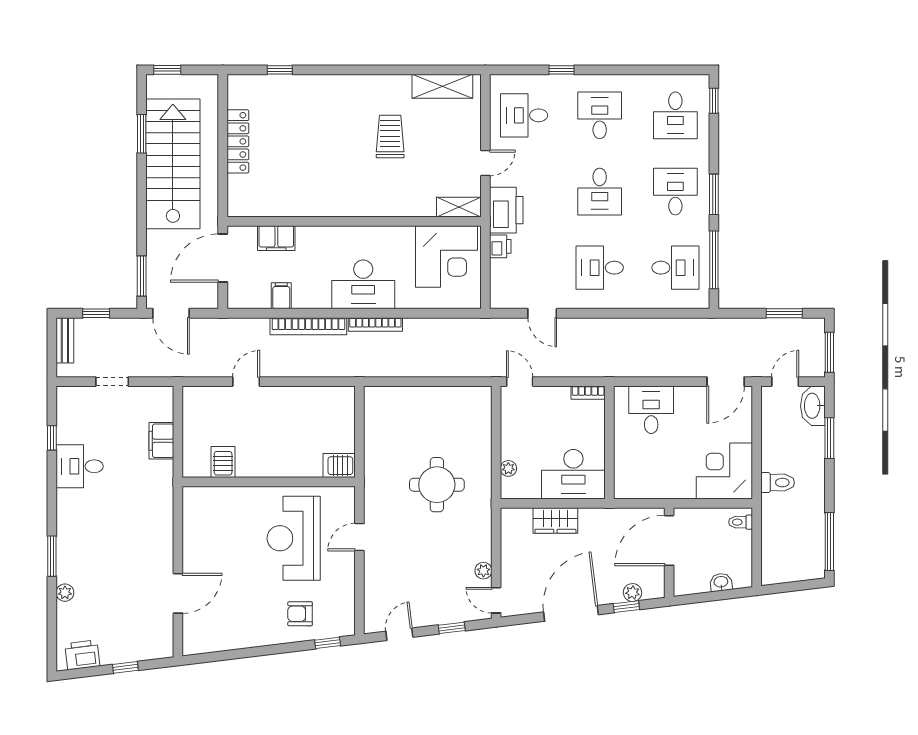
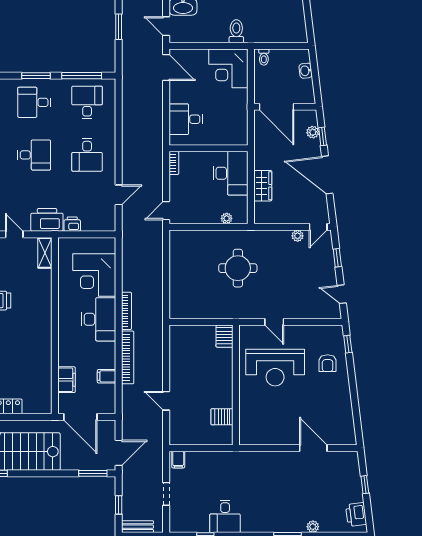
corner desk: (447, 257) -> (94, 275), moved, turned 180
filing cabinet: (161, 441) -> (178, 460), moved, width x0.50

